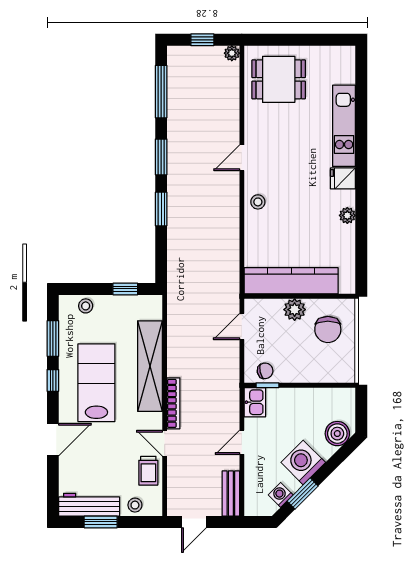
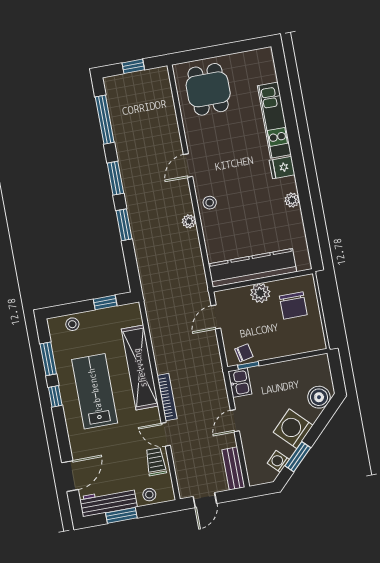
plant: (232, 53) -> (189, 221), moved
dining table: (279, 79) -> (208, 89), turned 90
door: (53, 440) -> (70, 476), moved
trolley: (148, 471) -> (156, 462), turned 180

